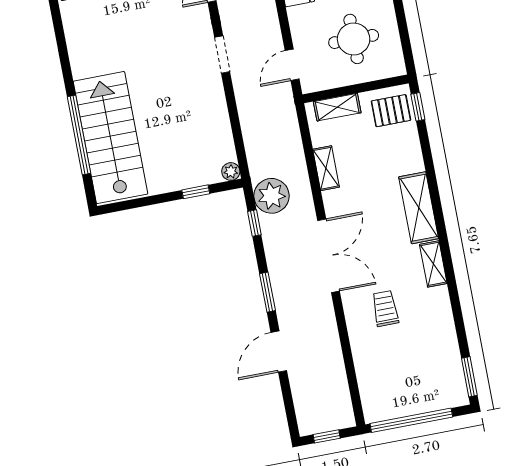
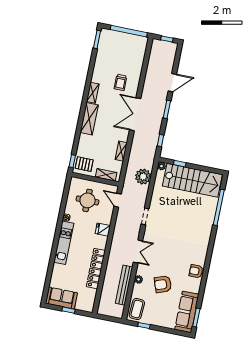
door: (292, 65) -> (118, 200), swing flipped
stairs: (110, 138) -> (192, 180), moved, turned -90
plant: (271, 196) -> (143, 177), moved

